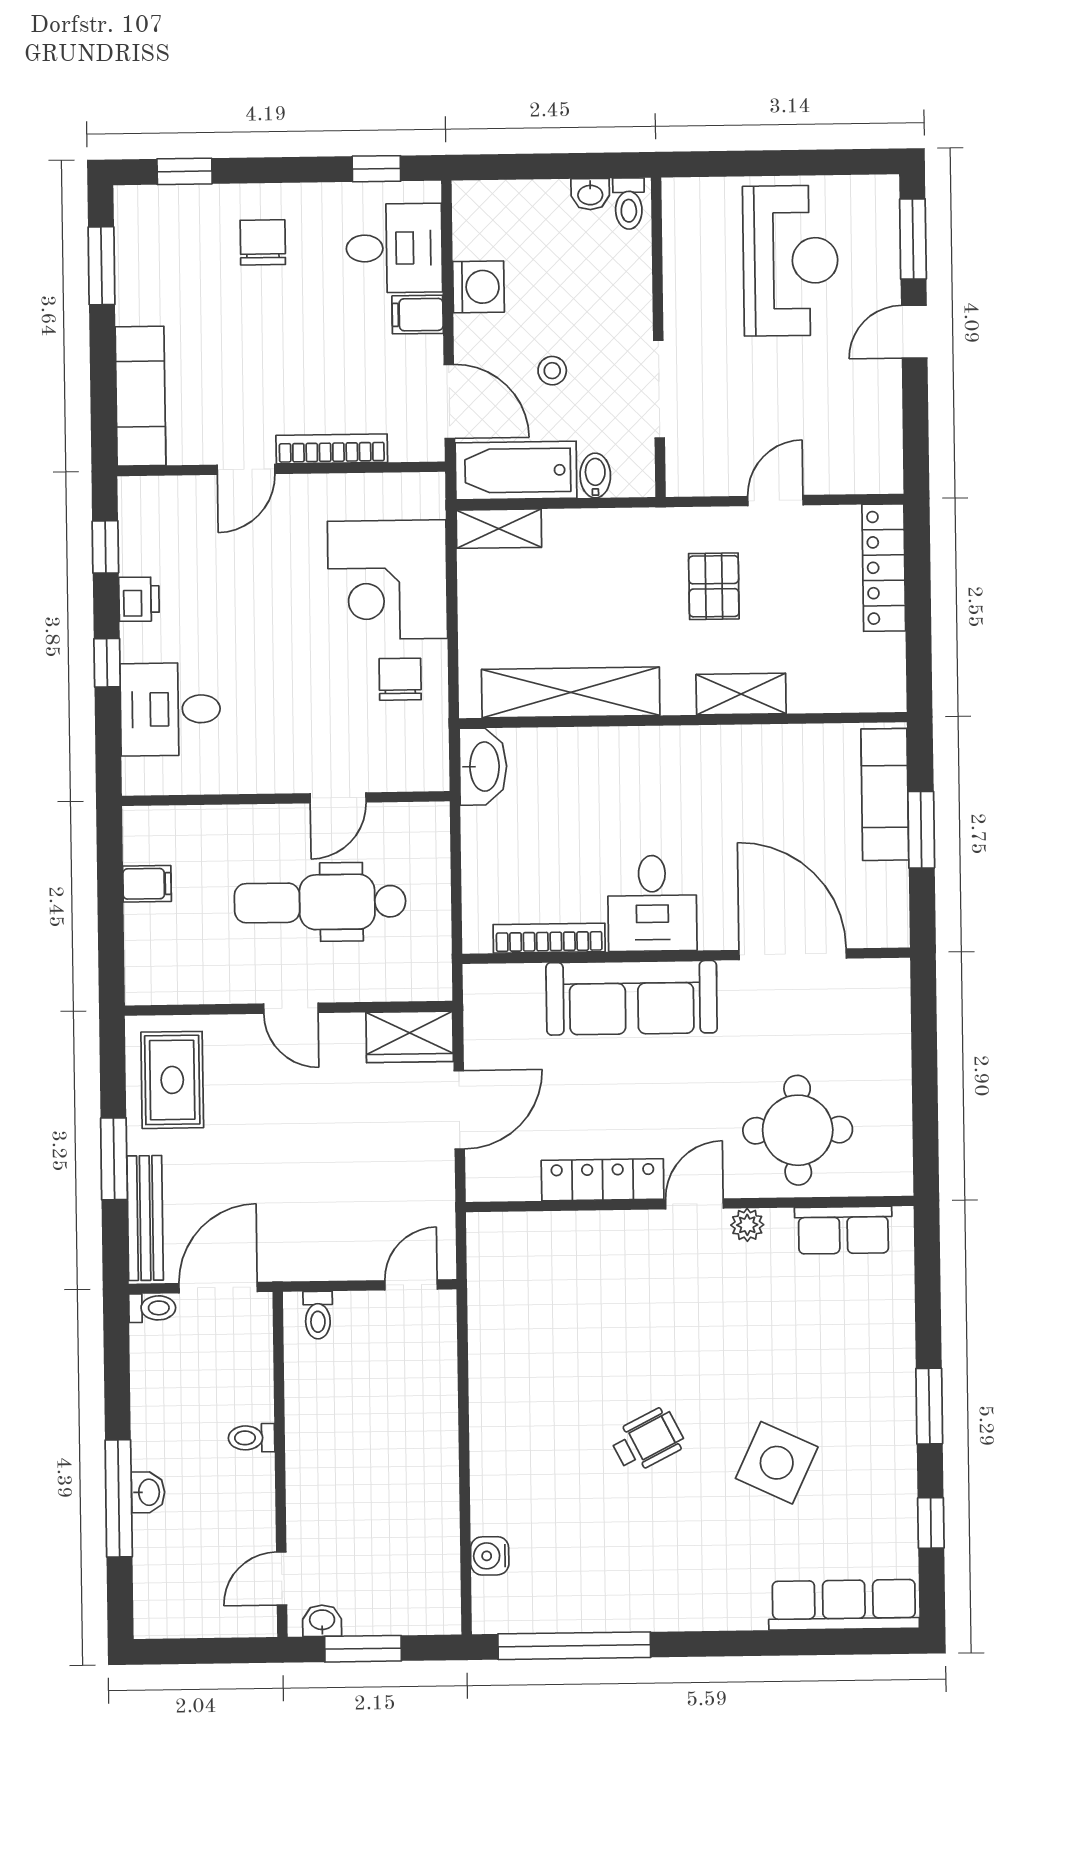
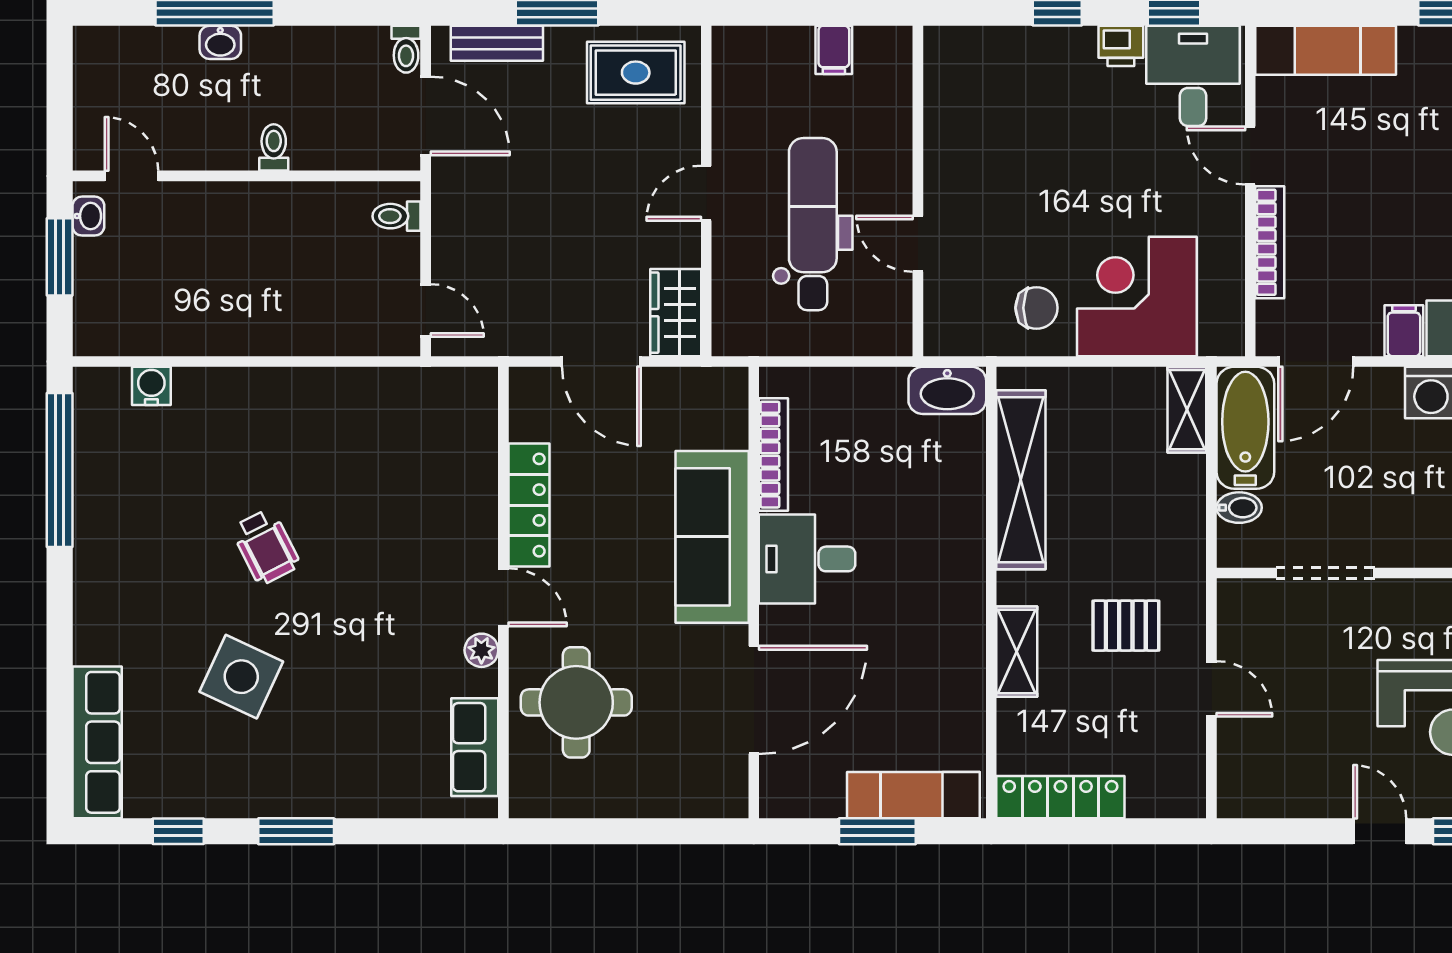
stool: (552, 371) -> (1345, 466), removed
locker: (884, 568) -> (1060, 797), moved
desk: (170, 709) -> (1193, 76), moved
bench: (145, 1218) -> (497, 43), width x0.73

